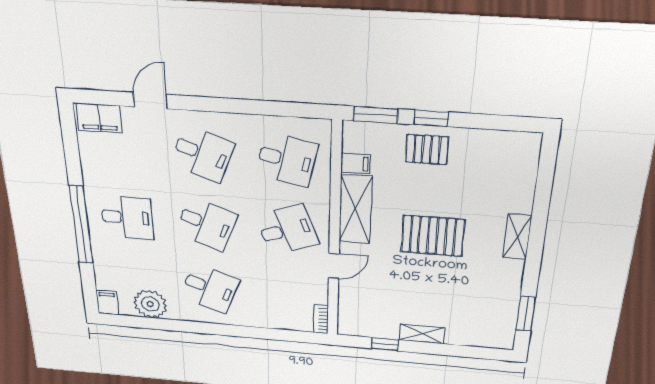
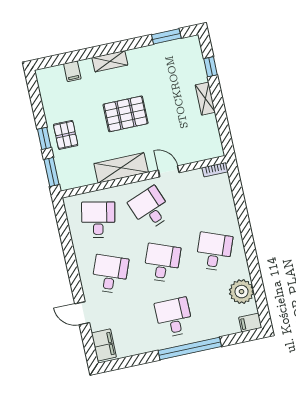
filing cabinet: (355, 163) -> (72, 71), moved, turned 180
pallet: (433, 236) -> (126, 114), turned 90
window: (385, 344) -> (210, 67), moved

